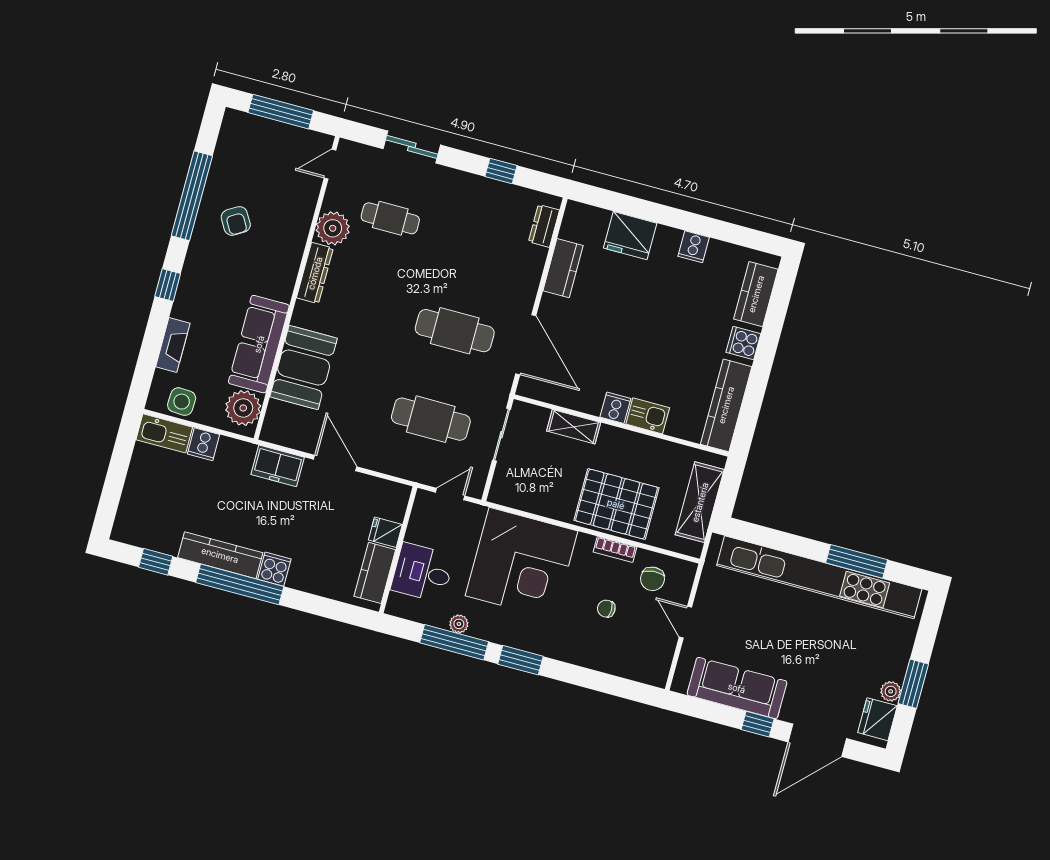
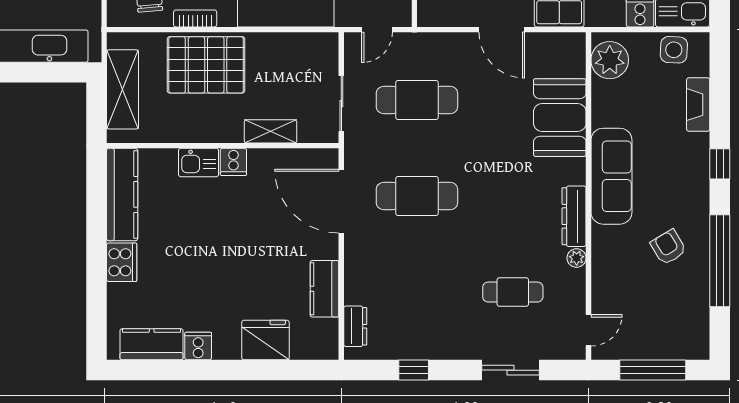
plant: (333, 228) -> (577, 258), width x0.53, depth x0.53
kitchen counter: (756, 294) -> (152, 344), moved, turned -90
cooker: (743, 343) -> (122, 262), width x1.36
sofa: (259, 344) -> (611, 176), moved

